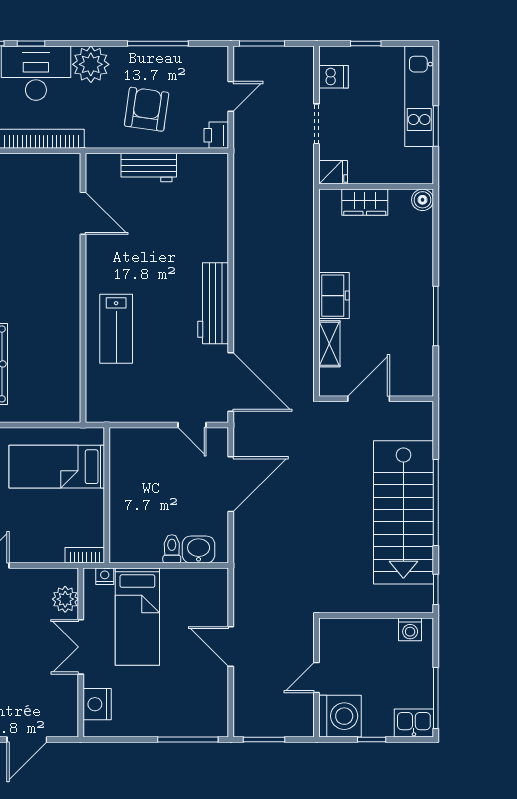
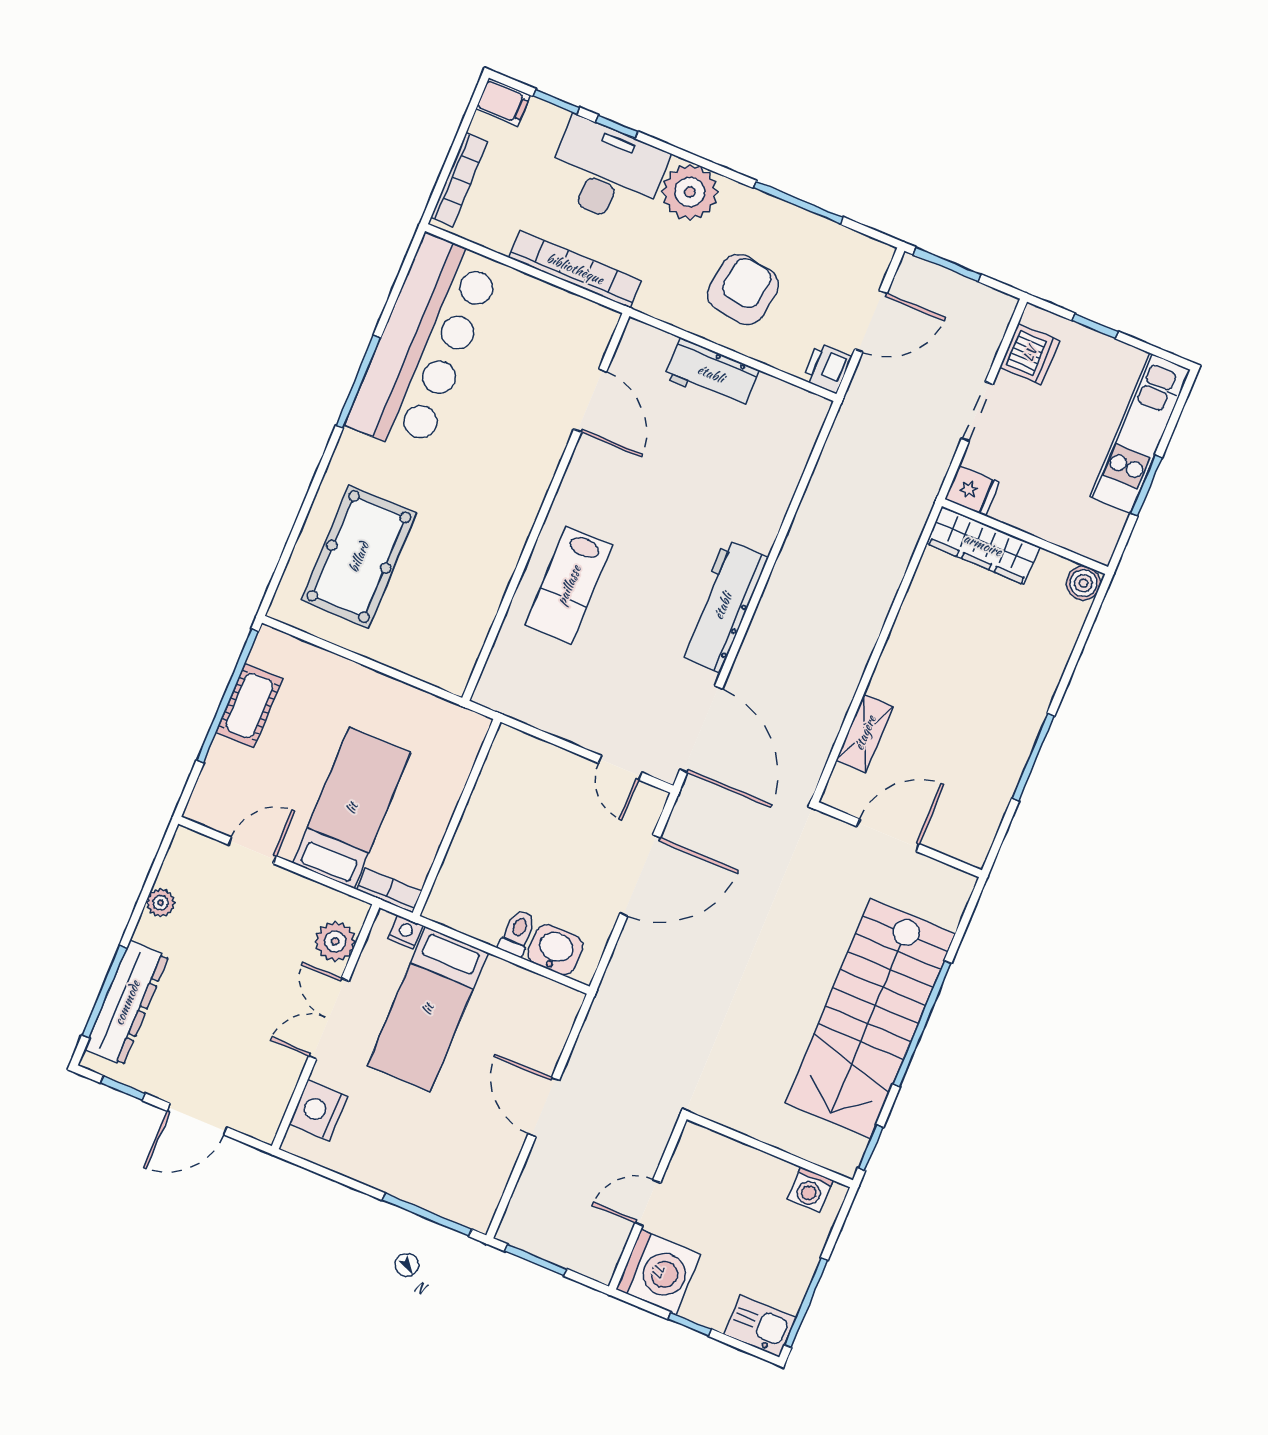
dishwasher: (334, 77) -> (1030, 354), width x1.38
door: (231, 96) -> (871, 321), width x1.38
wardrobe: (365, 202) -> (983, 545), width x1.50
freezer: (334, 296) -> (900, 667), removed
bed: (57, 467) -> (352, 808), moved, turned 90

